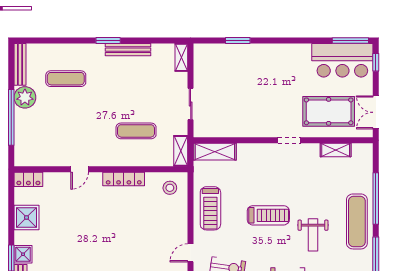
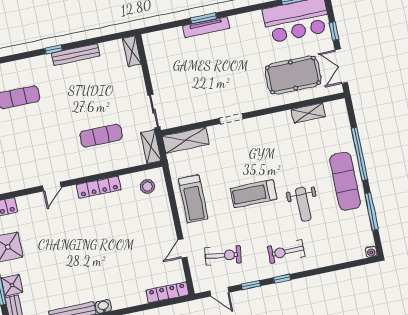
window: (108, 40) -> (54, 49), width x0.67
window: (238, 40) -> (203, 18), moved
tv unit: (256, 49) -> (206, 27), added
window: (376, 62) -> (334, 31), moved
sliding door: (191, 104) -> (154, 111), moved
doorway: (289, 140) -> (231, 119), moved
treadmill: (268, 215) -> (254, 194), turned 180

